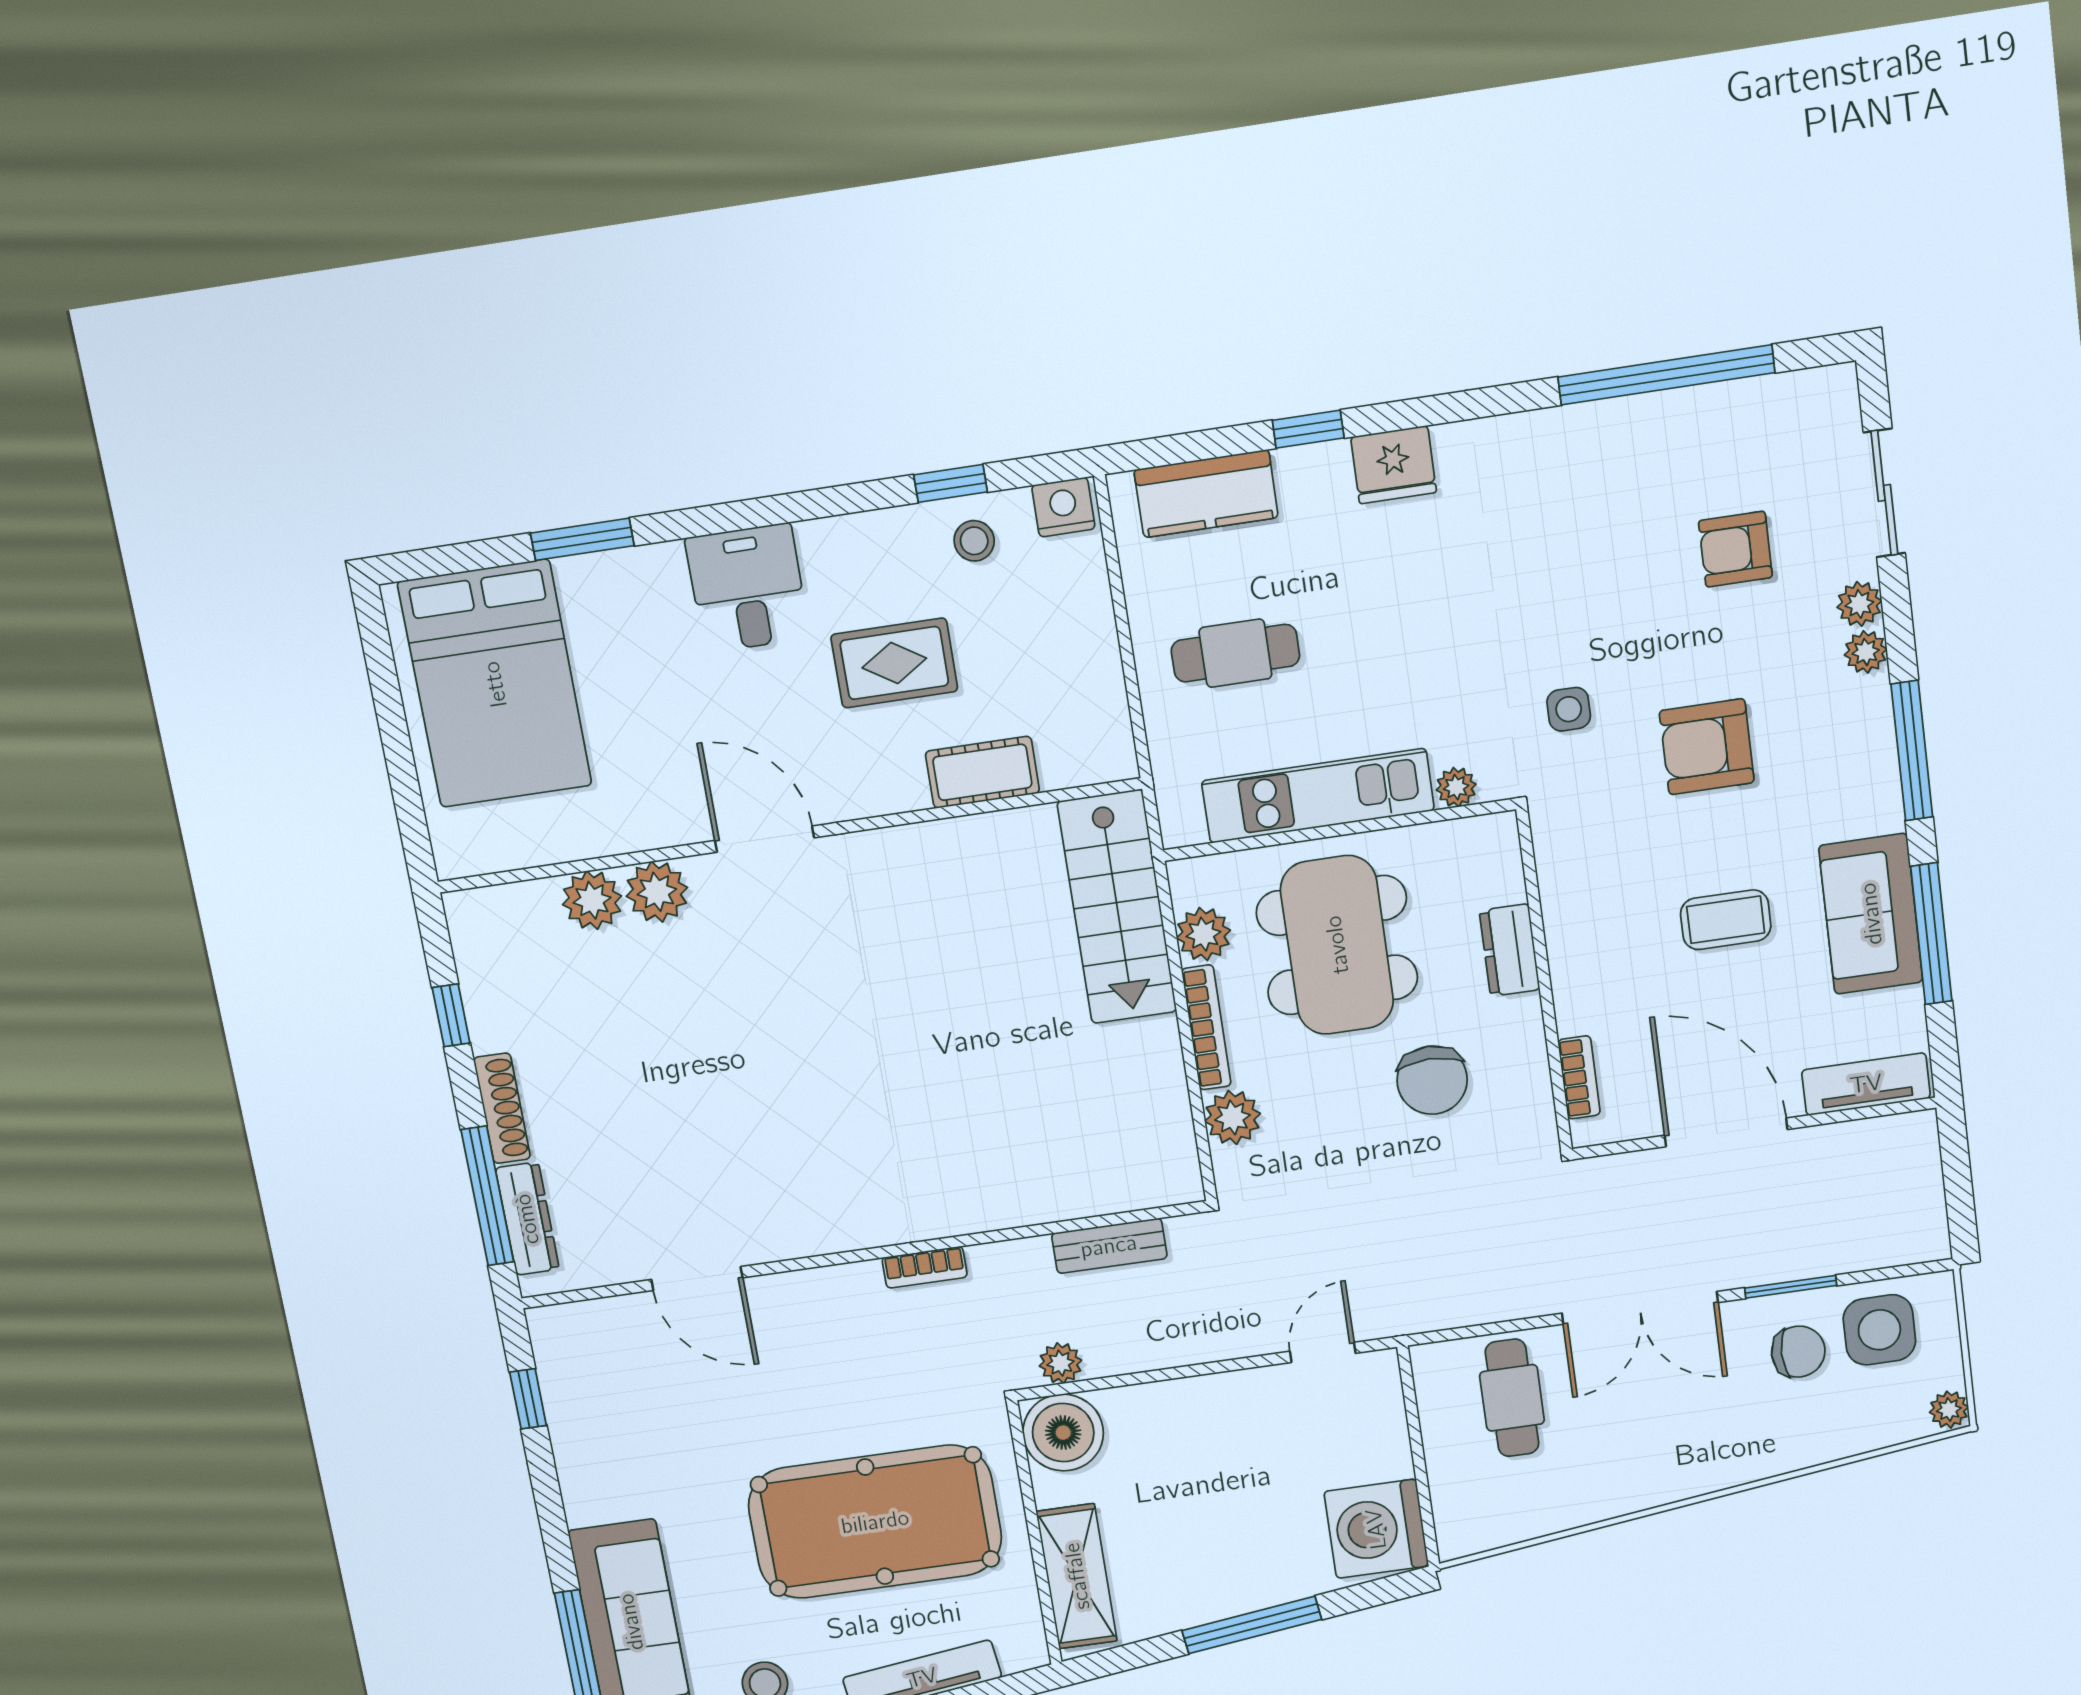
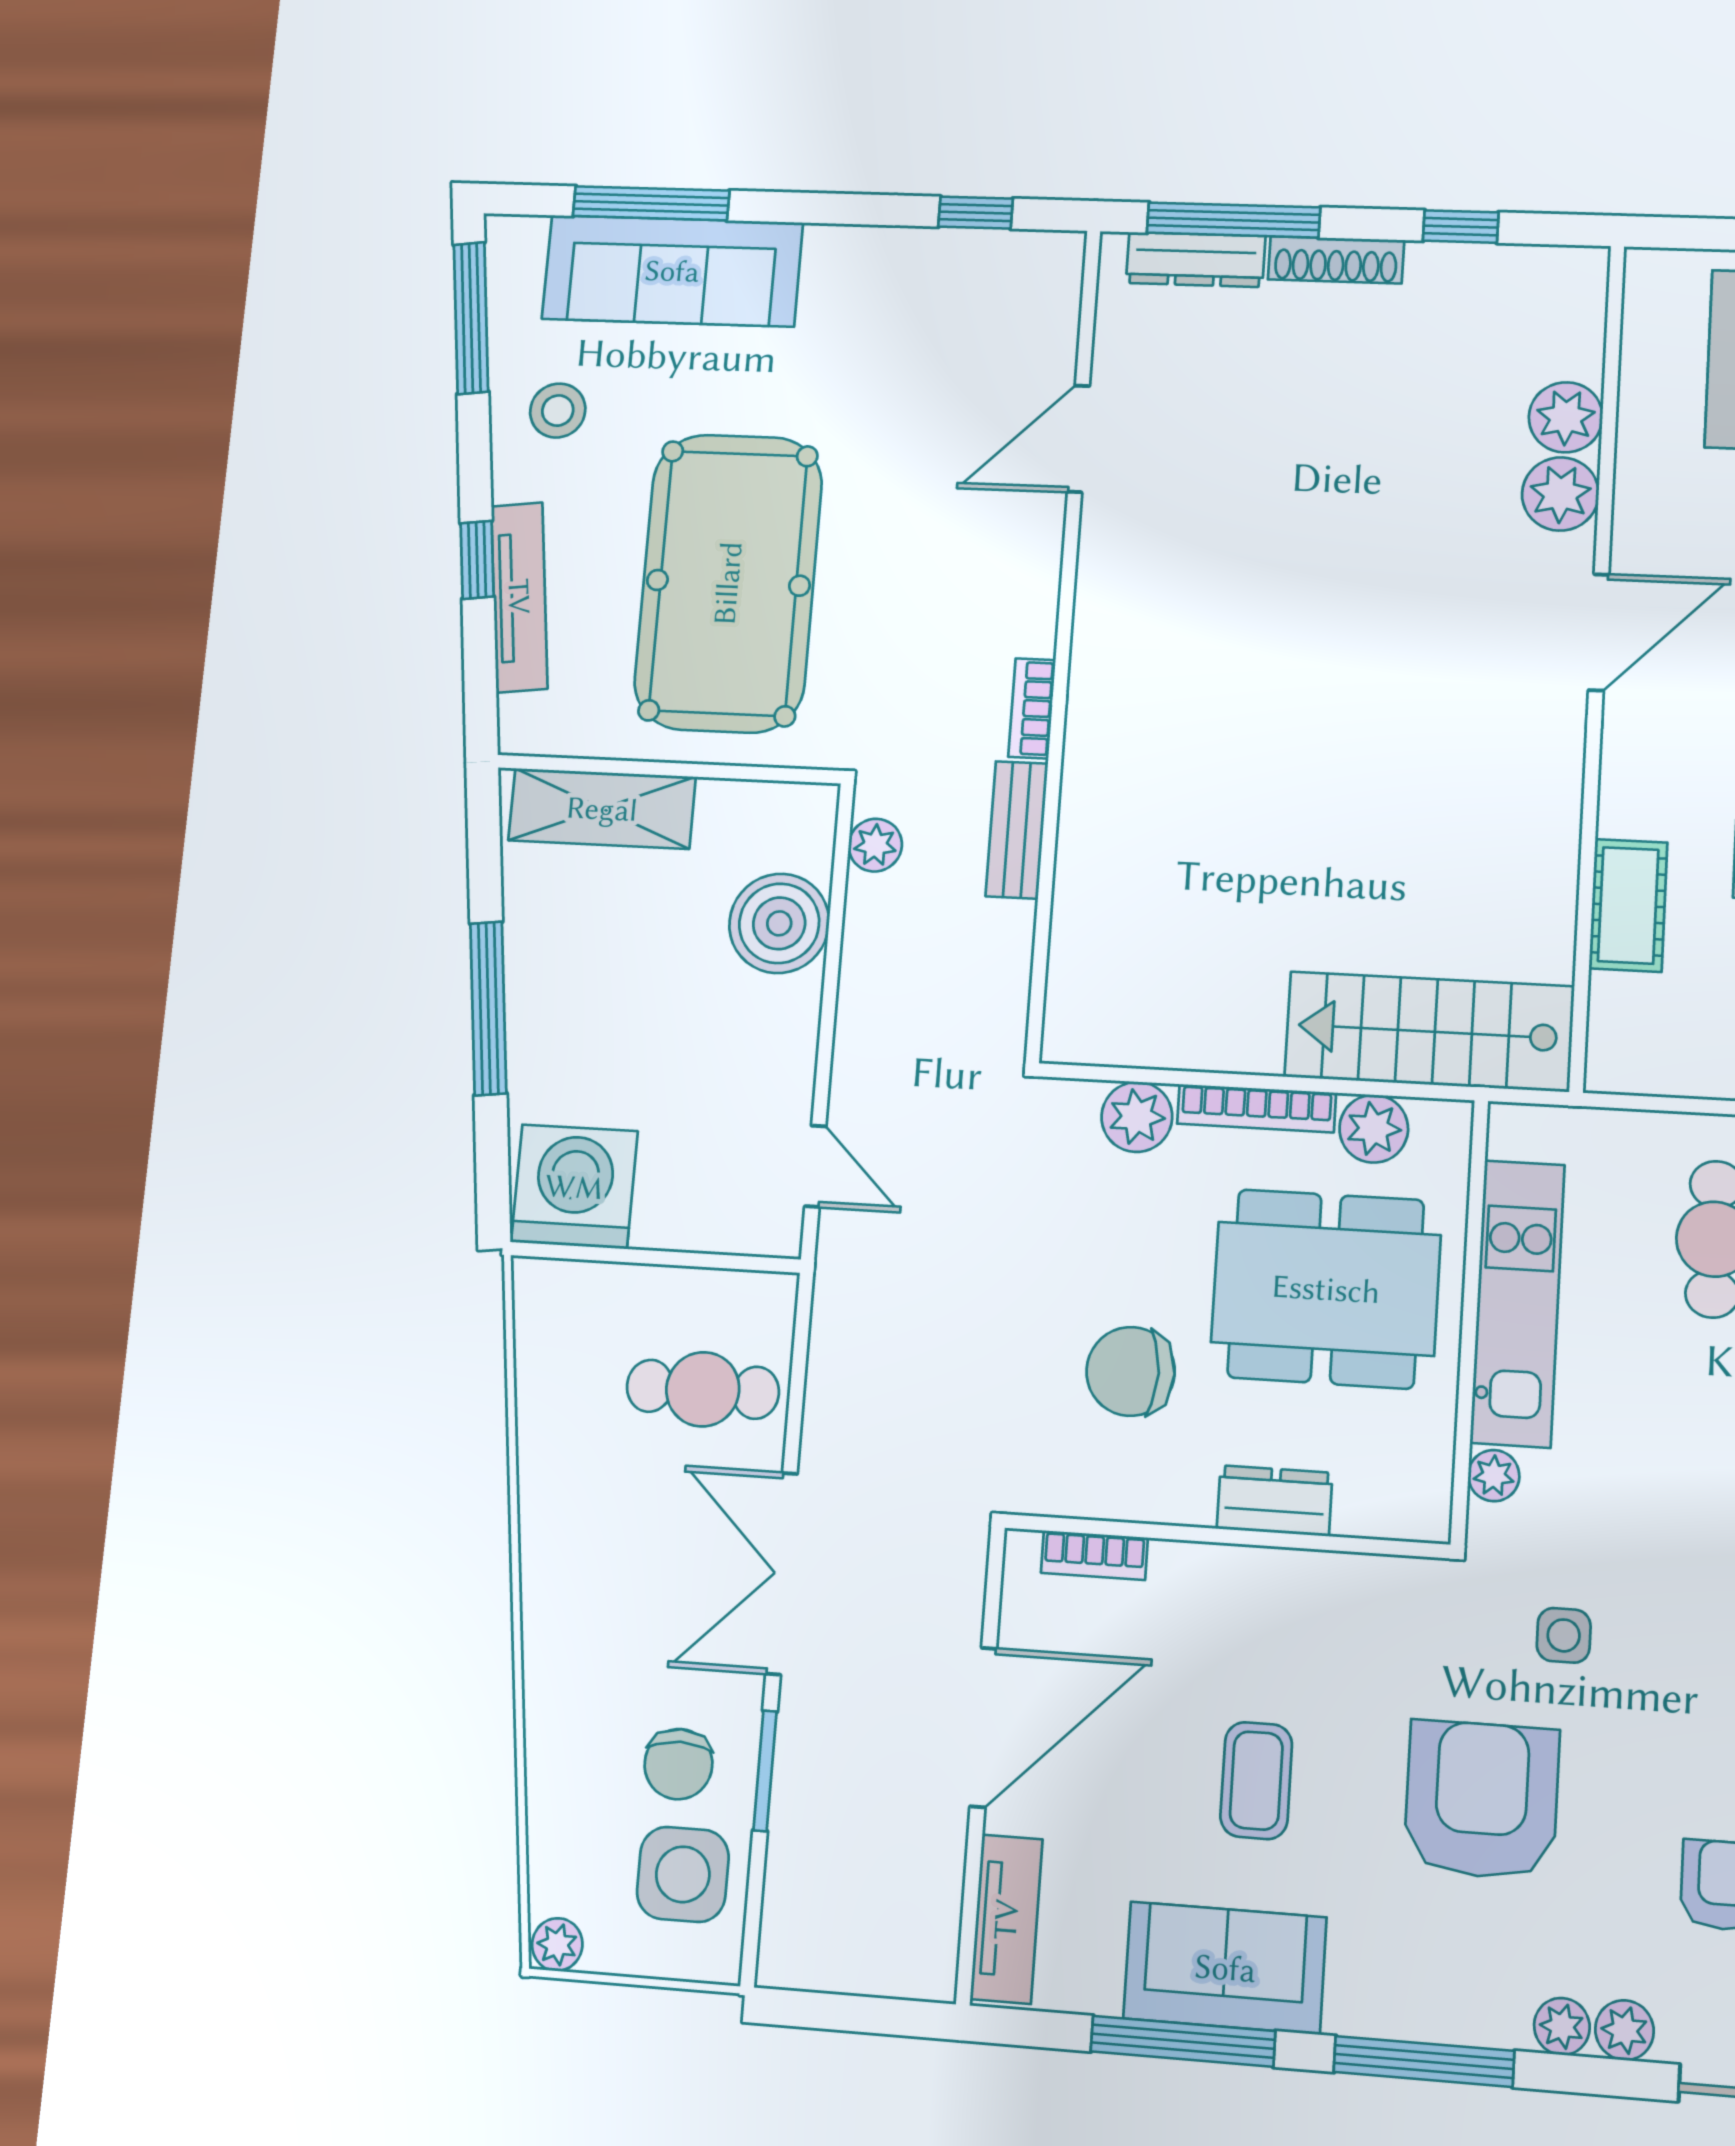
armchair: (1707, 747) -> (1481, 1800), width x1.36, depth x1.36
bench: (1109, 1246) -> (1017, 830), moved
boiler: (1063, 1433) -> (779, 923), moved

